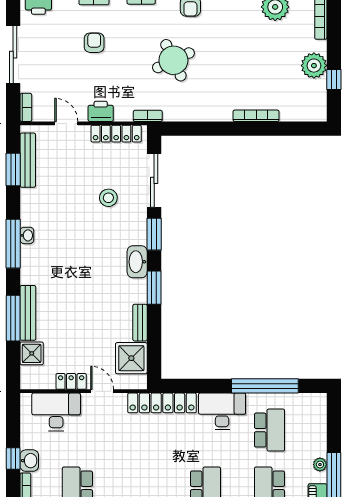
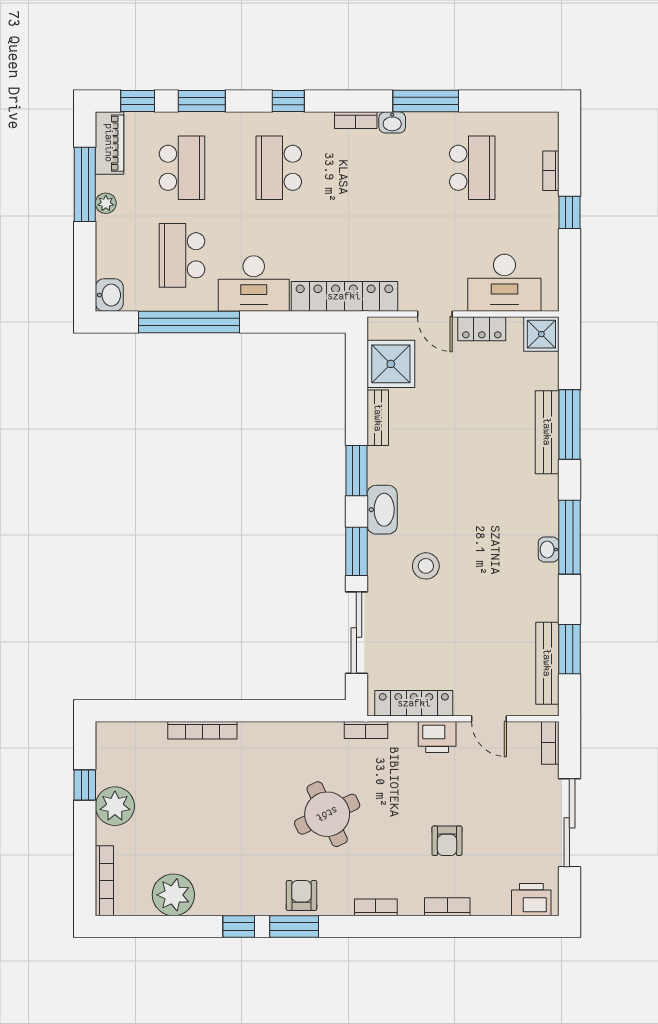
stool: (108, 198) -> (426, 566), moved
shower: (32, 353) -> (541, 334), moved
washbasin: (29, 461) -> (109, 295), moved, turned 180

